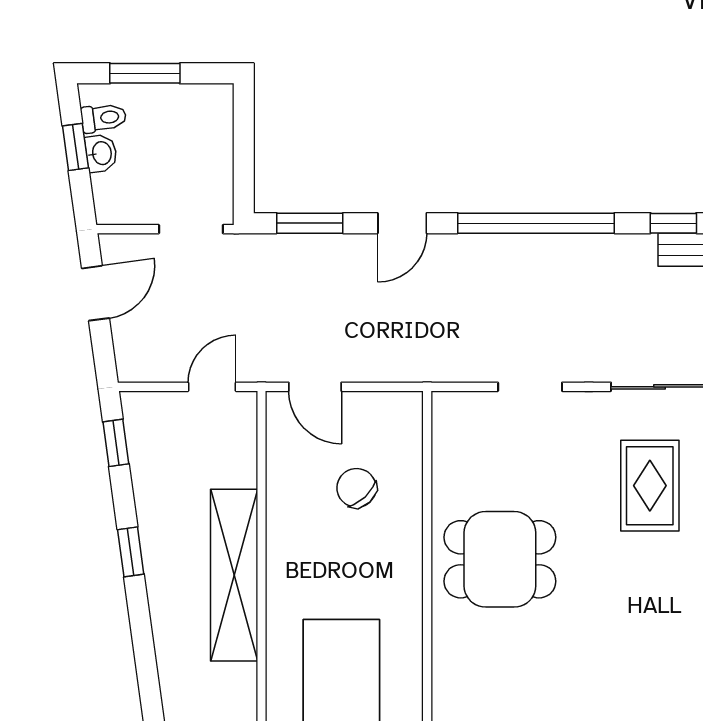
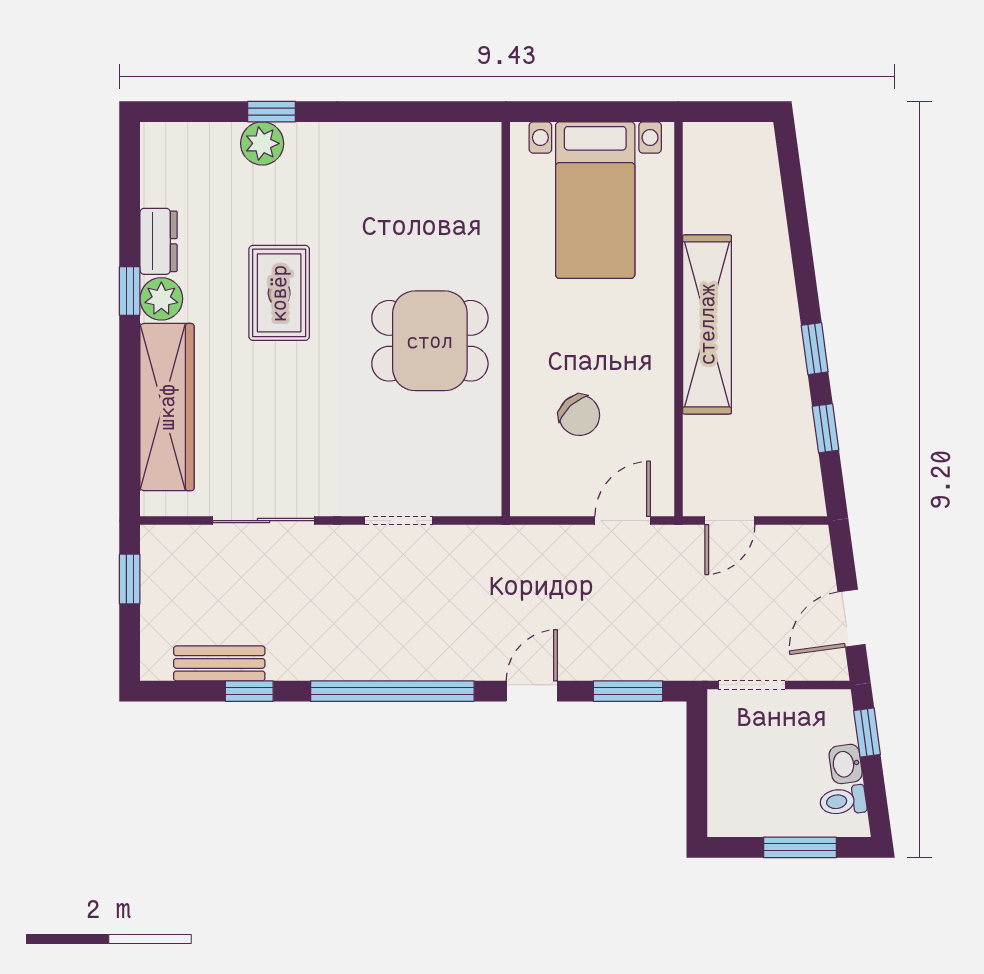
window: (75, 147) -> (867, 732), moved
door: (315, 387) -> (623, 521), hinge flipped
window: (116, 443) -> (826, 428), moved
rug: (650, 486) -> (279, 293), moved

